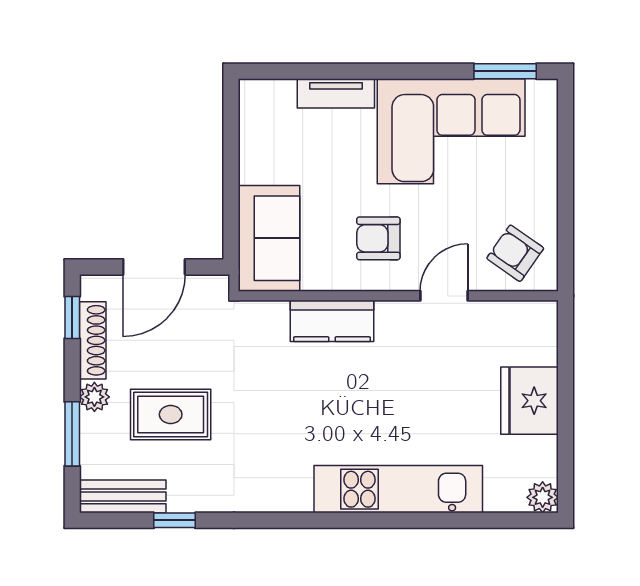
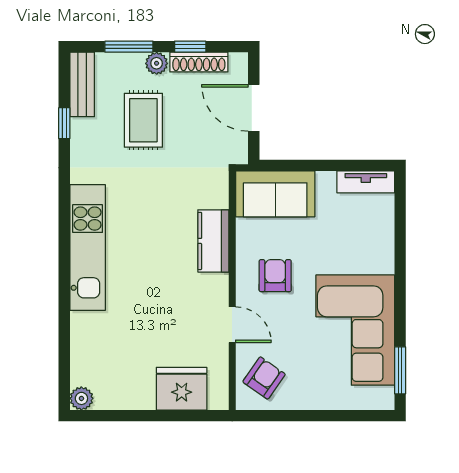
tv unit: (336, 93) -> (366, 182), moved, turned -90
window: (72, 318) -> (190, 47), moved
fridge: (530, 401) -> (182, 389), moved
kitchen unit: (398, 489) -> (88, 247), moved

